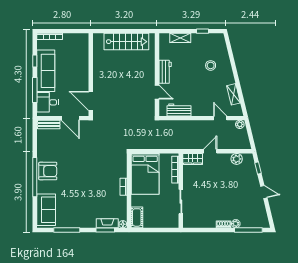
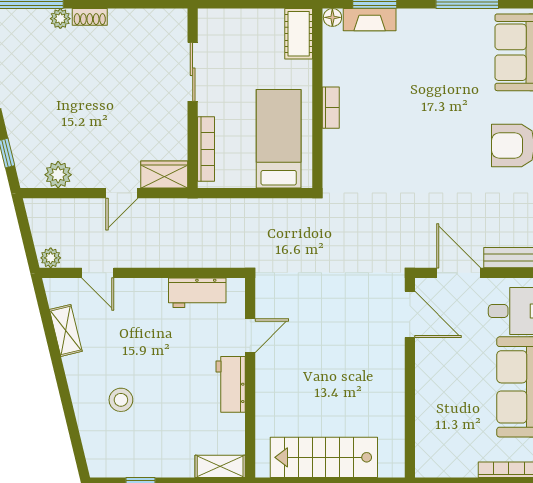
shelving: (180, 38) -> (220, 466), moved
door: (157, 92) -> (250, 336), swing flipped
bed: (145, 174) -> (279, 139), width x0.67

